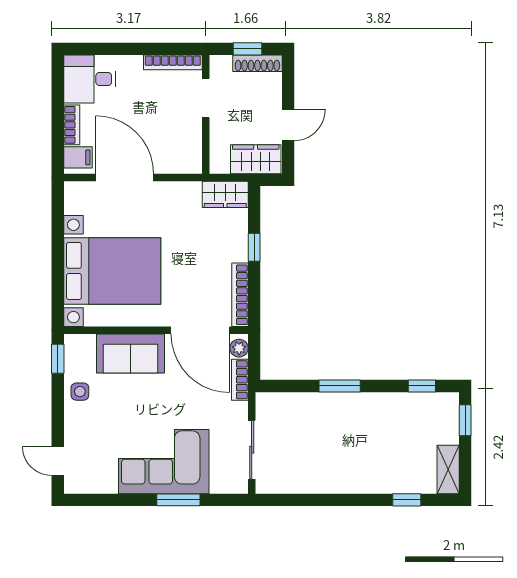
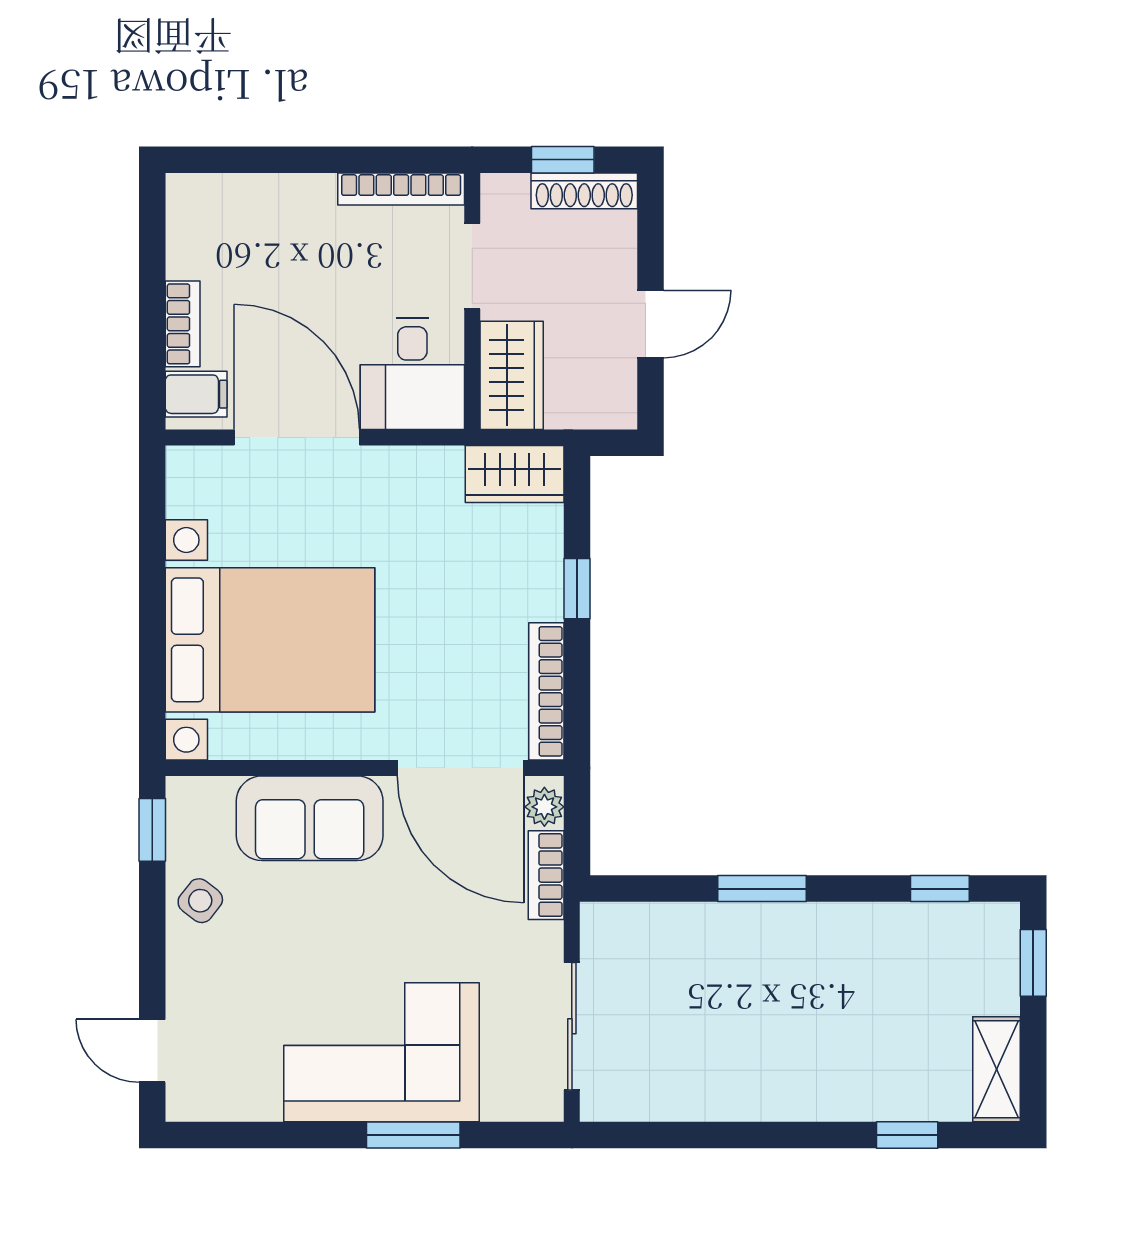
desk: (90, 79) -> (412, 374), moved, turned -90
wardrobe: (256, 159) -> (512, 375), moved, turned 90
side table: (80, 392) -> (200, 901), turned 38

